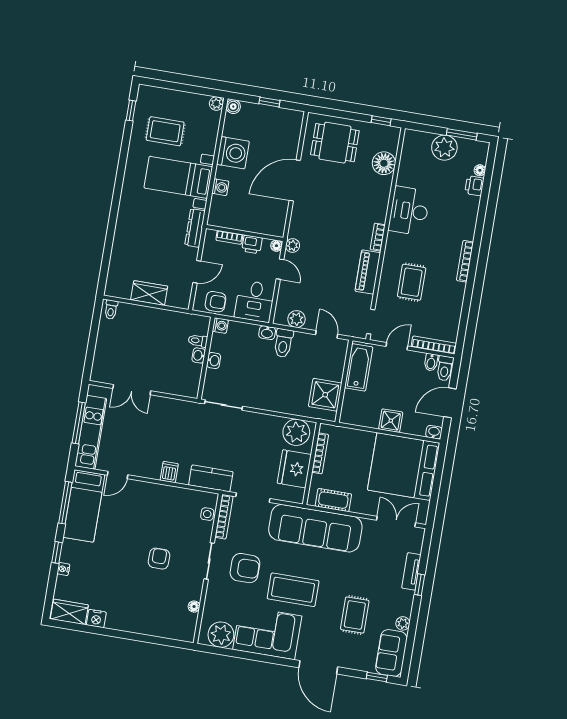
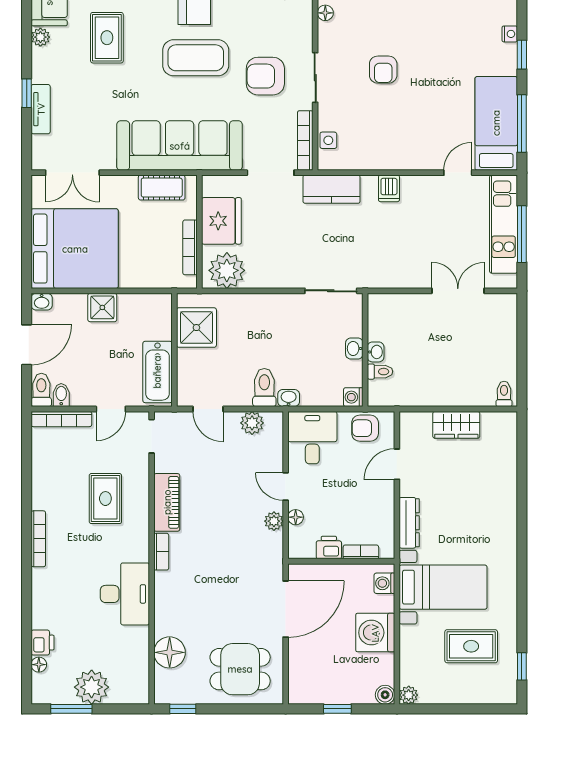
wall: (245, 233) -> (341, 561), moved
bookcase: (229, 237) -> (361, 552), moved
printer: (252, 244) -> (329, 548), moved

